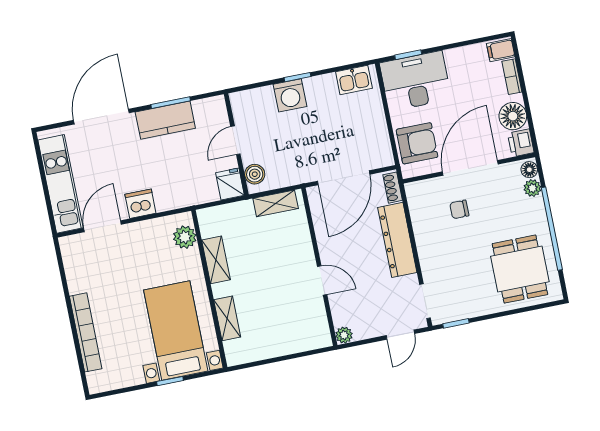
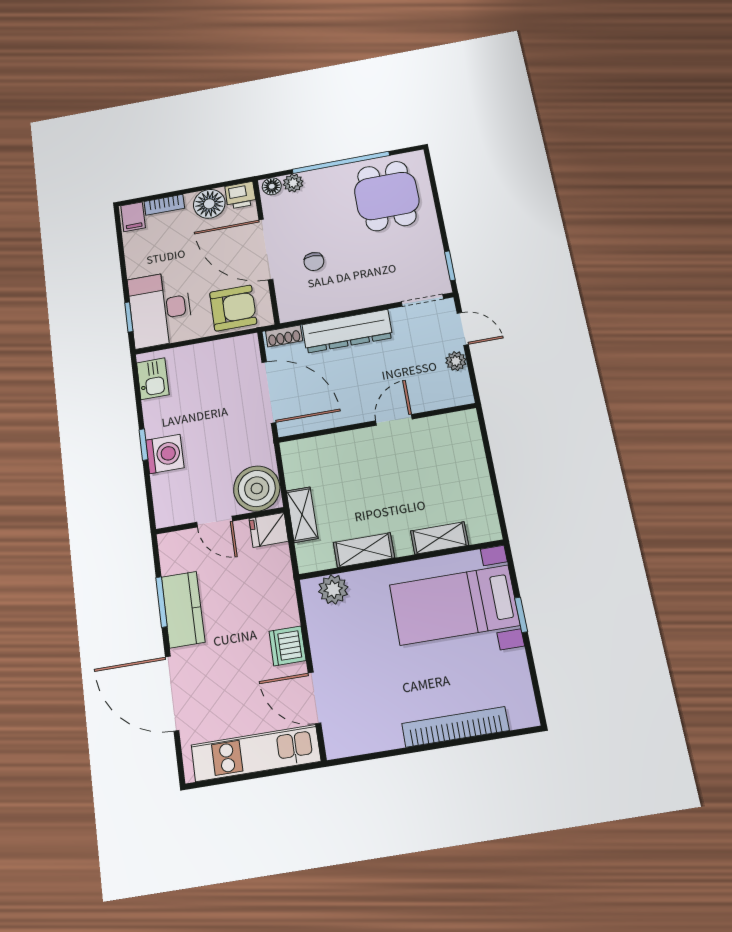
armchair: (417, 143) -> (233, 308), turned 90
boiler: (255, 174) -> (257, 489), width x1.86, depth x1.86
shelving: (276, 203) -> (302, 515), moved
dining table: (520, 269) -> (387, 196), turned 90
plant: (344, 335) -> (456, 361), moved

